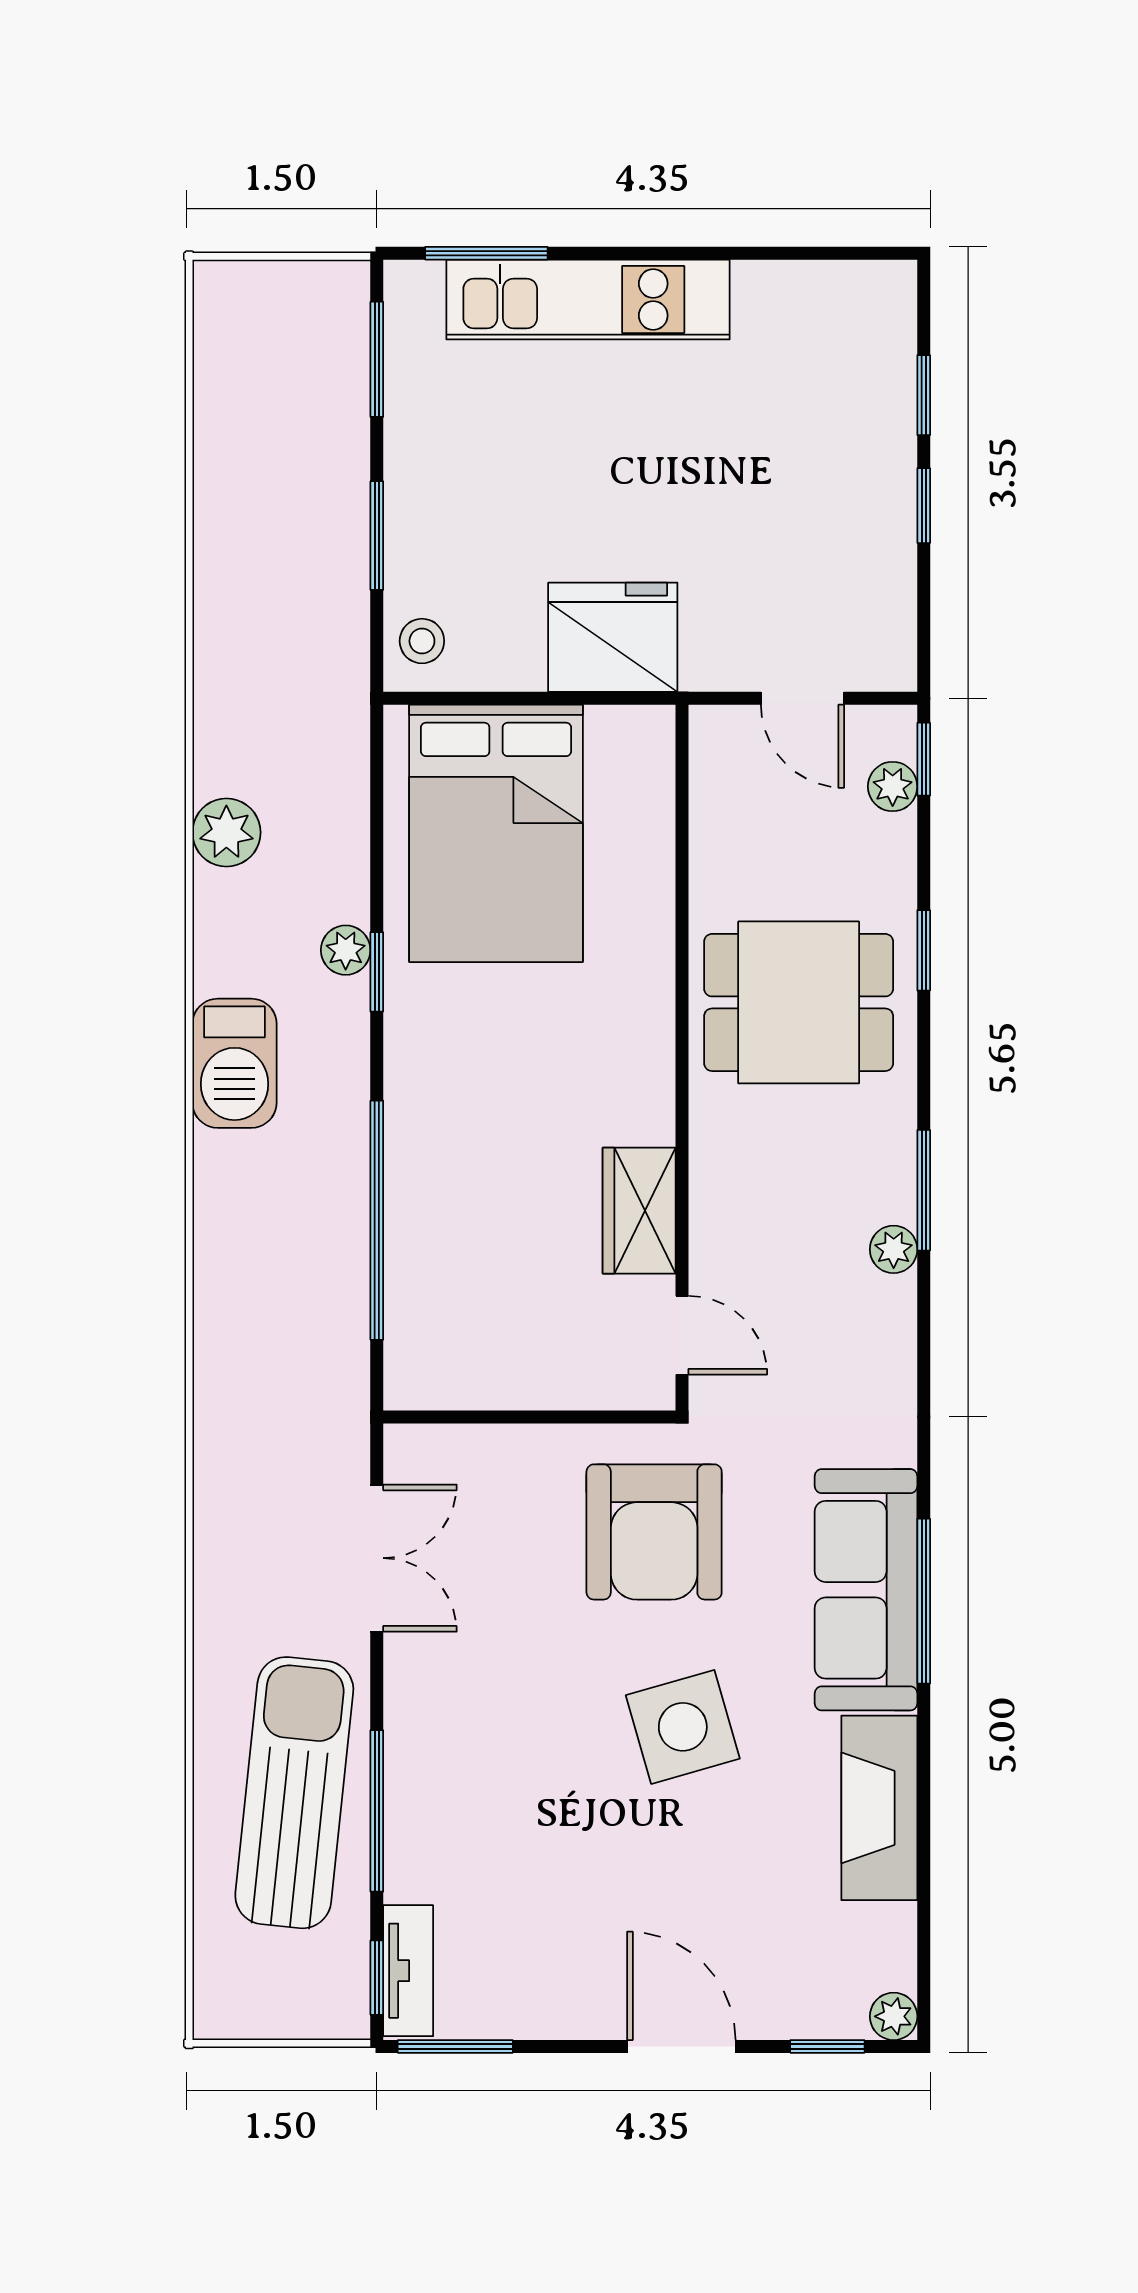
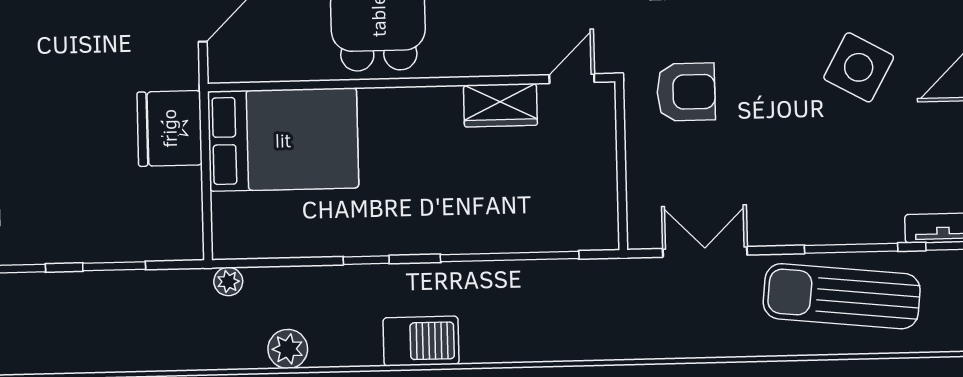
stool: (422, 641) -> (174, 239), removed
bed: (496, 833) -> (283, 140), moved
plant: (346, 950) -> (228, 281), moved
armchair: (654, 1532) -> (686, 92), width x0.73, depth x0.73
side table: (683, 1727) -> (859, 67), moved, turned 45

